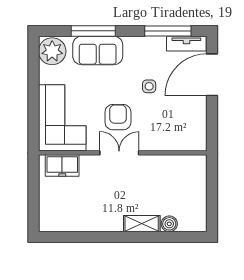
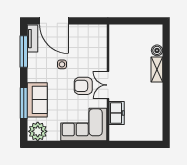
freezer: (62, 165) -> (117, 113), moved

